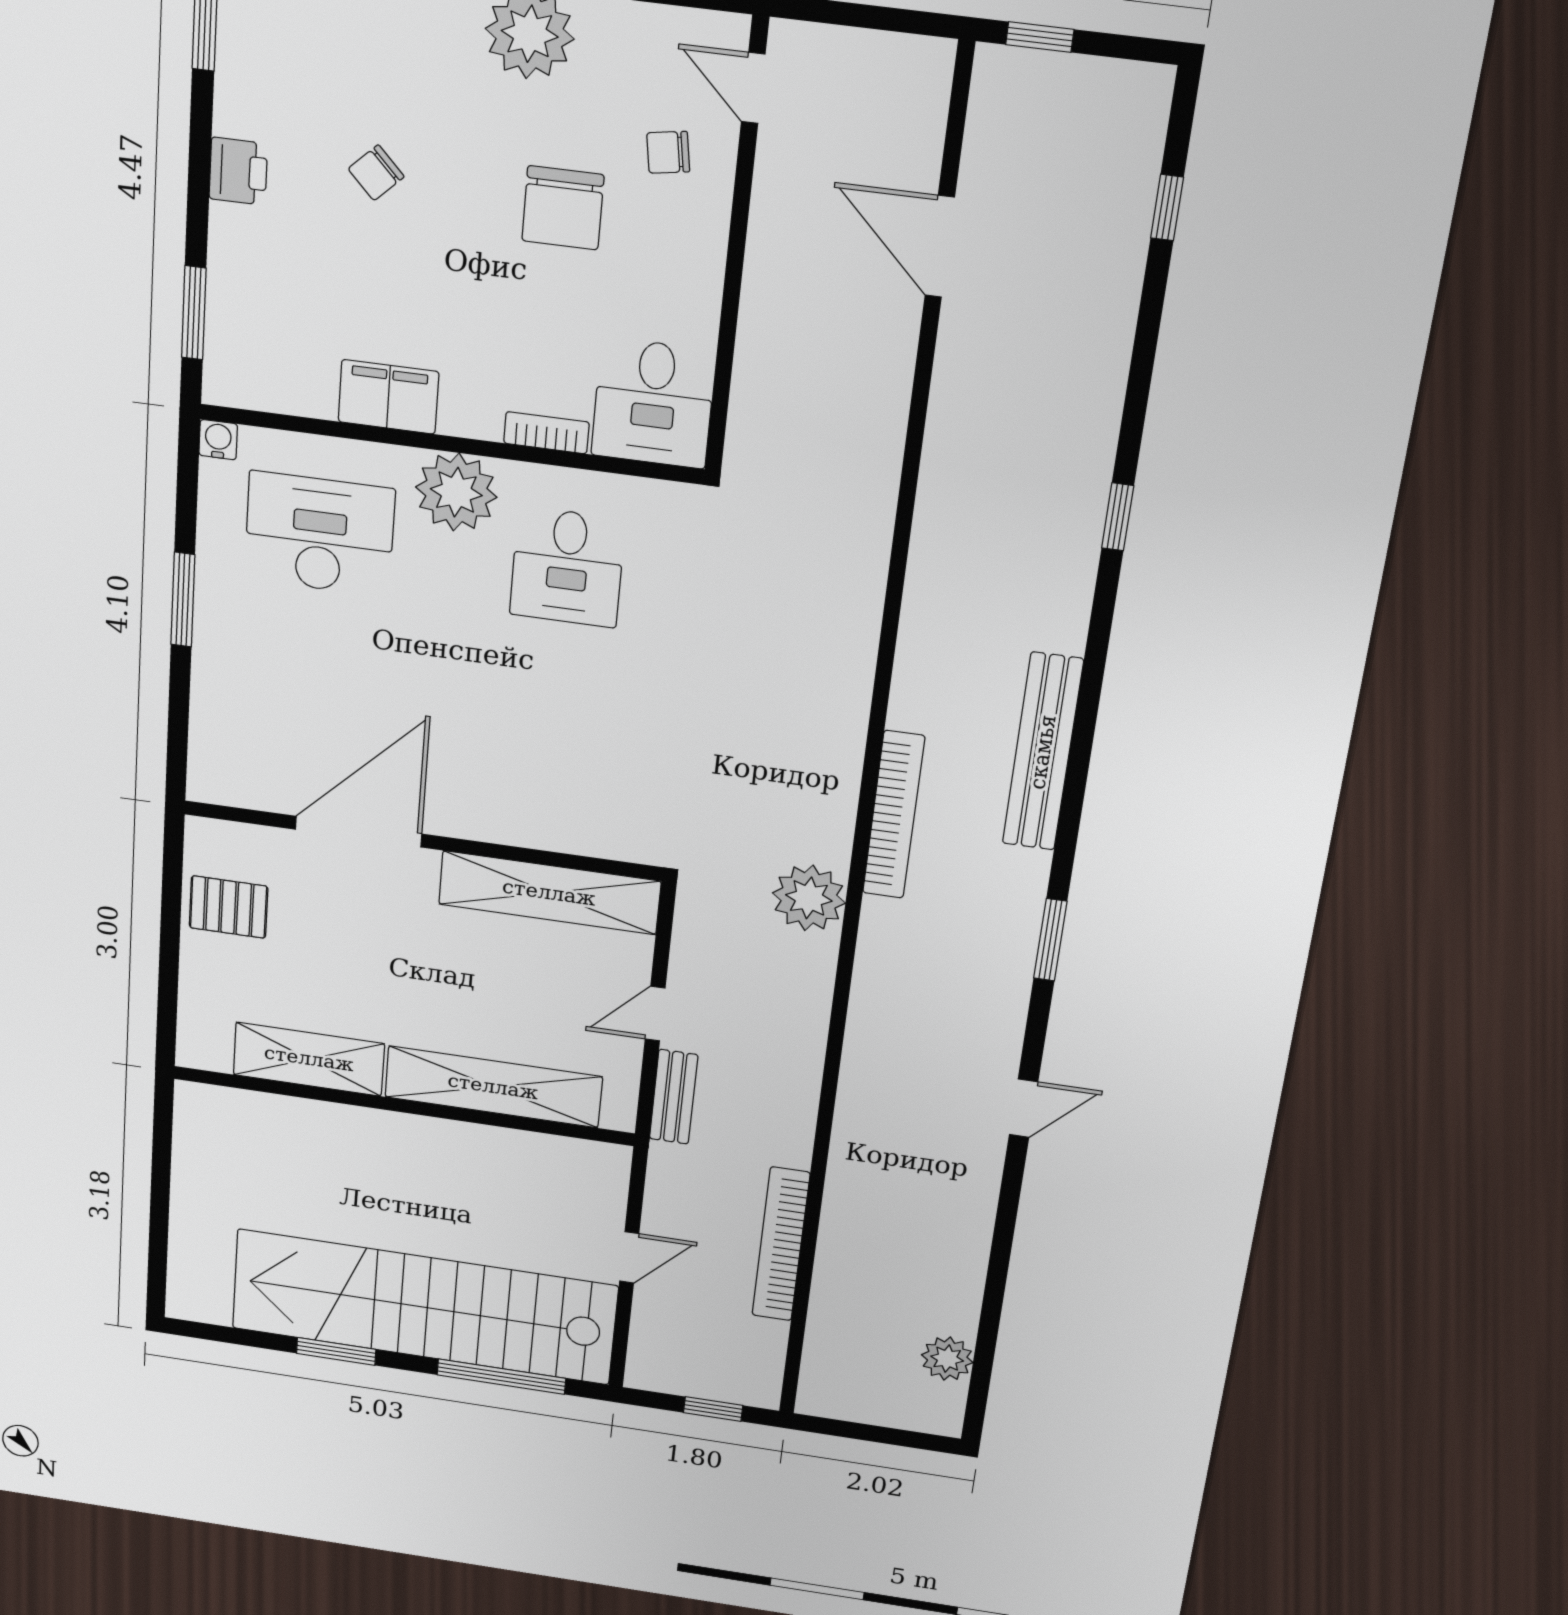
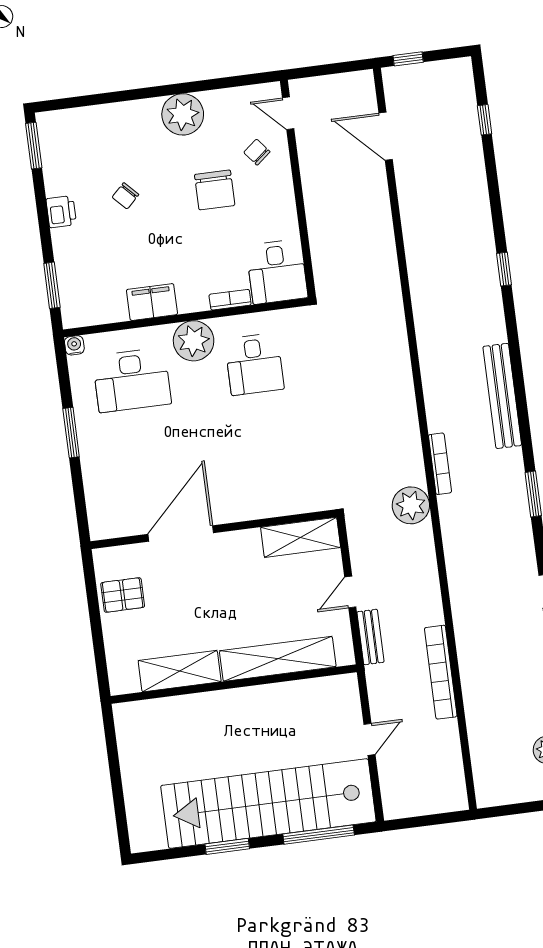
chair: (668, 152) -> (257, 152), turned 60
door: (940, 246) -> (386, 136), moved
desk: (319, 534) -> (132, 380), turned 180
bookcase: (894, 815) -> (440, 464), width x0.68, depth x0.76
shelving: (549, 893) -> (301, 537), width x0.68
bookcase: (781, 1244) -> (441, 672), moved
window: (713, 1409) -> (434, 820), removed

